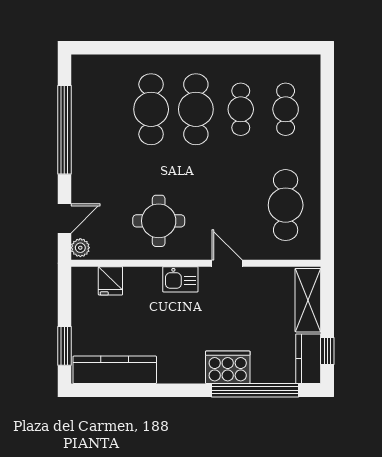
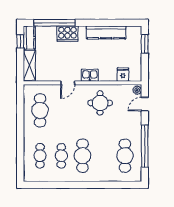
cafe table: (151, 109) -> (125, 156), moved
door: (227, 263) -> (68, 83), hinge flipped
kitchen counter: (115, 370) -> (106, 32), moved

